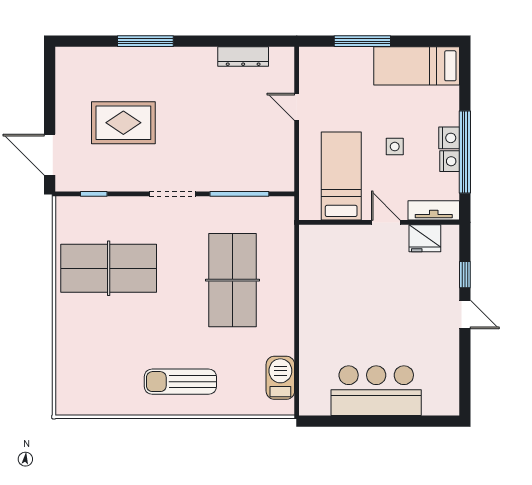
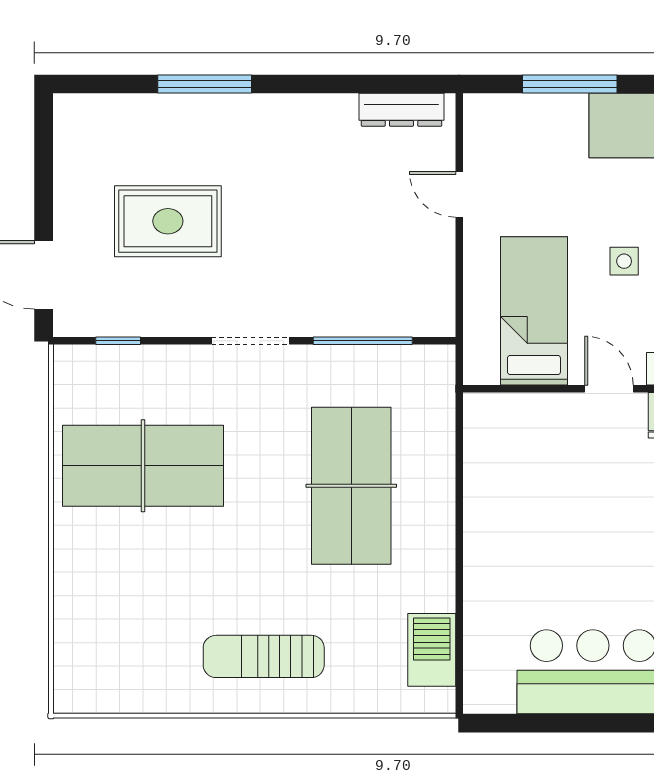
dresser: (243, 56) -> (401, 110), moved

